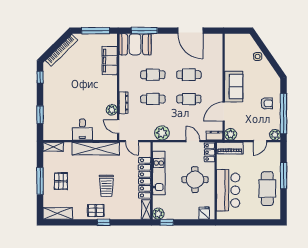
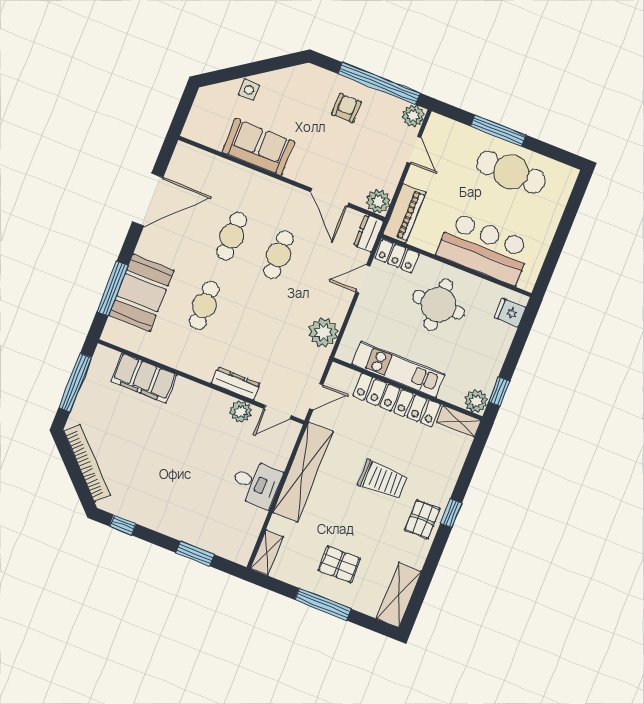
booth: (135, 44) -> (141, 293), moved
sofa: (234, 87) -> (258, 147), moved
cafe table: (153, 99) -> (251, 324), removed

